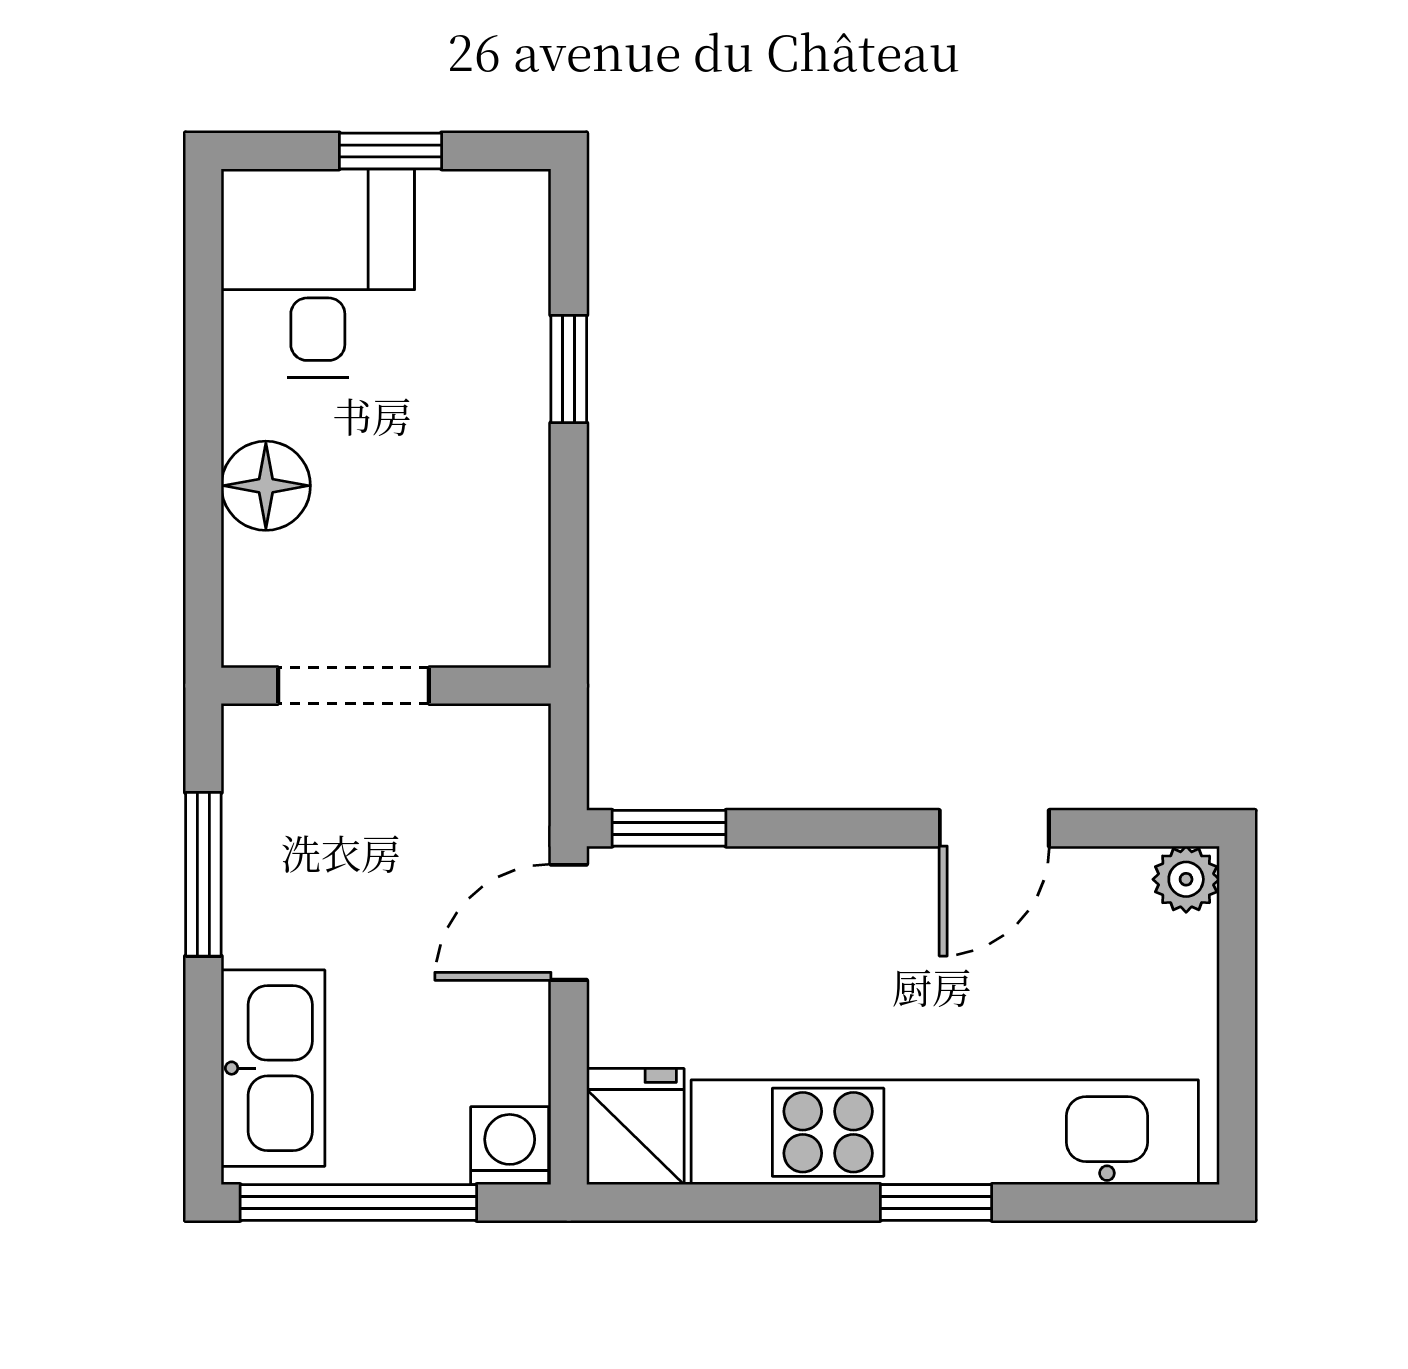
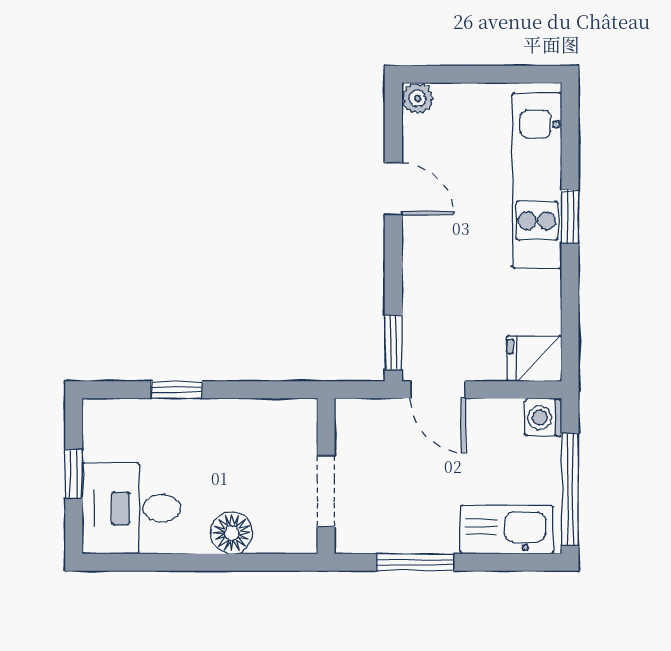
kitchen unit: (945, 1132) -> (537, 180), width x0.73

